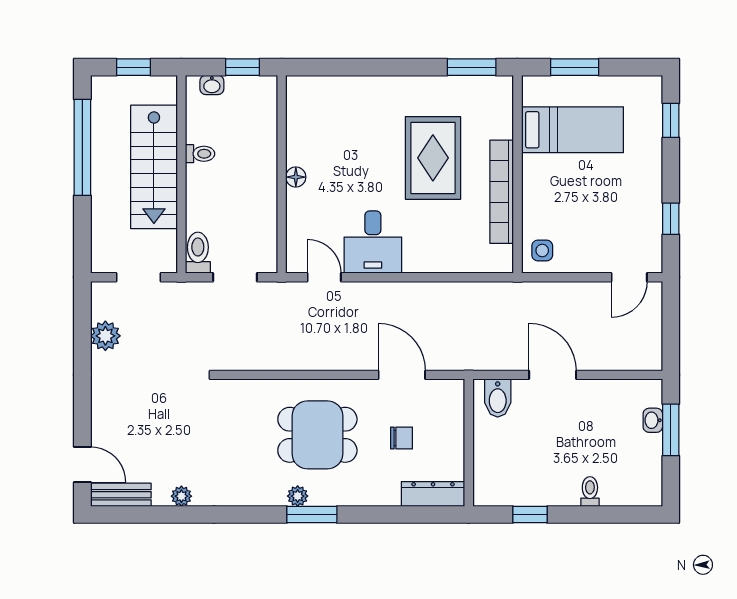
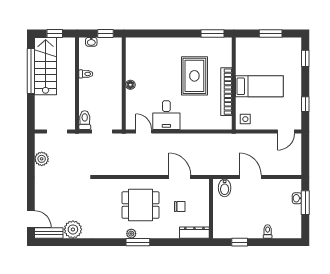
window: (575, 67) -> (271, 34), moved
bed: (572, 130) -> (259, 86), moved
stairs: (154, 167) -> (46, 66), moved, turned 180
plant: (181, 496) -> (73, 229), width x1.88, depth x1.88

